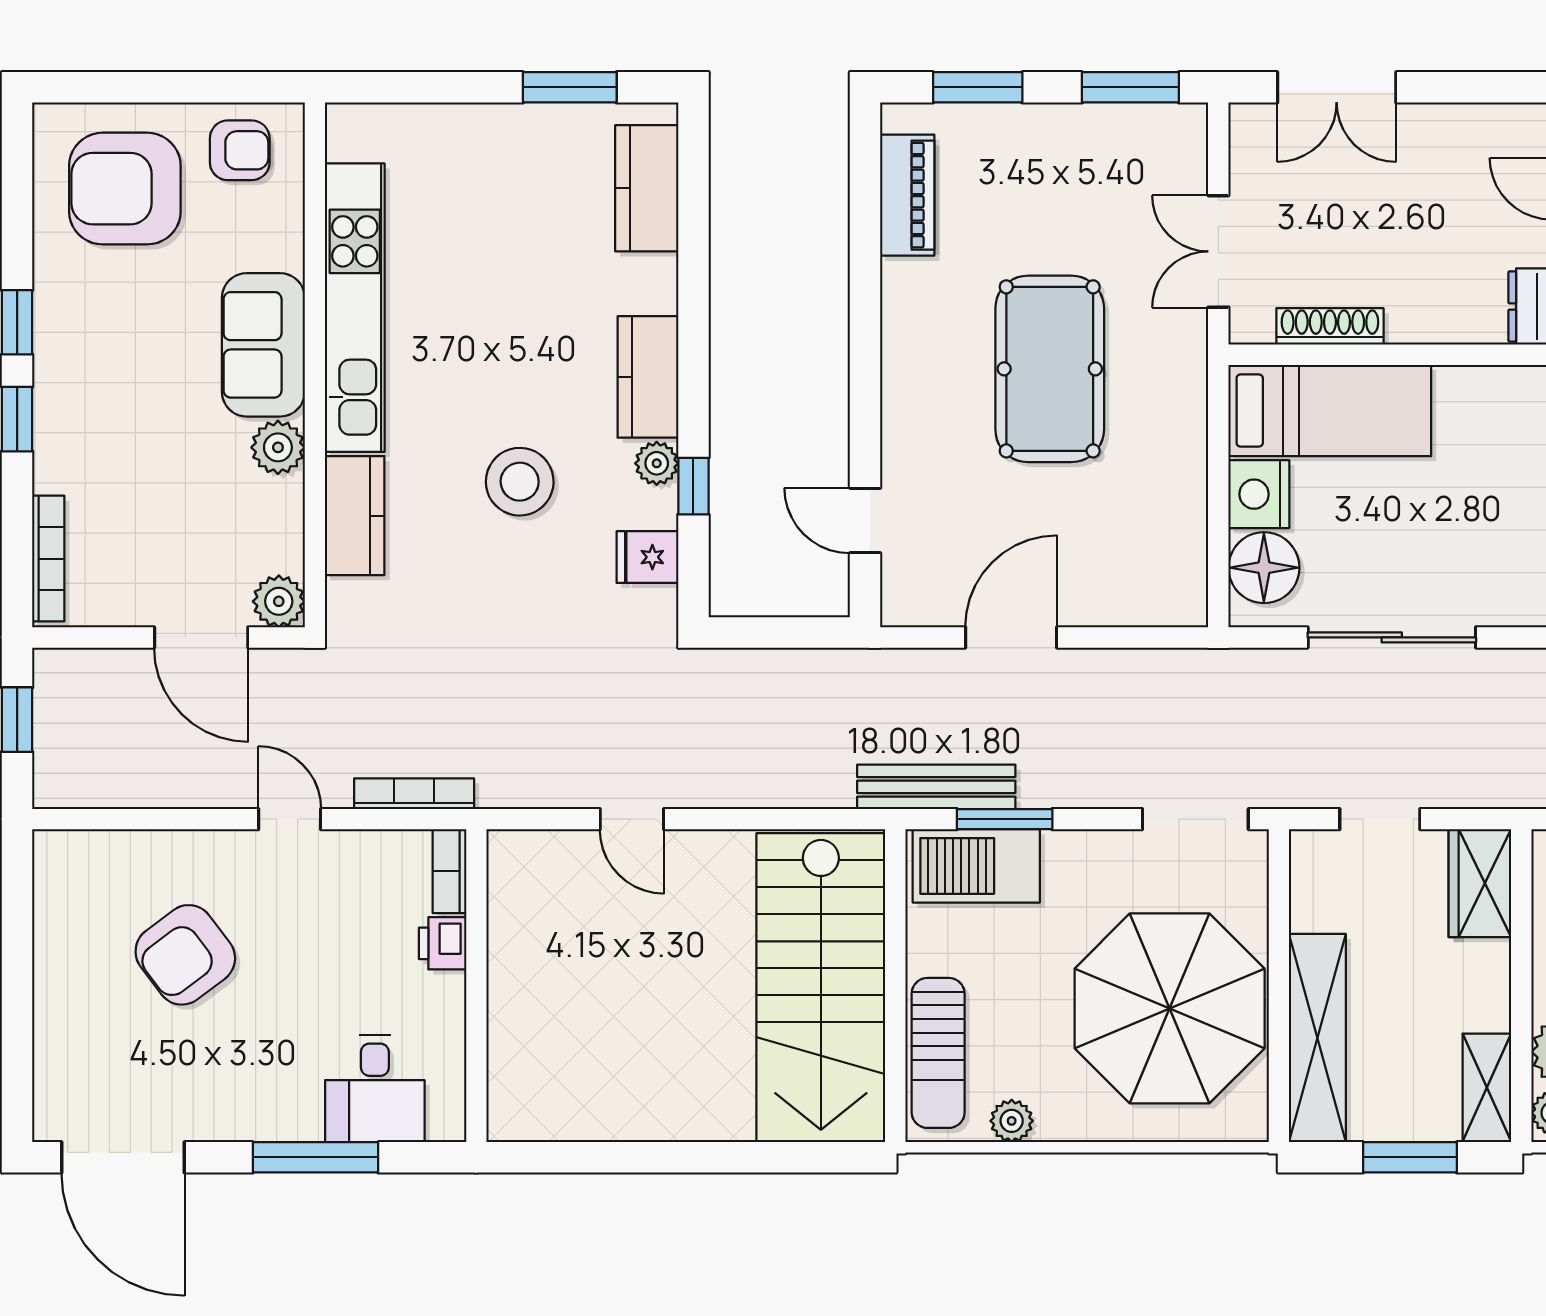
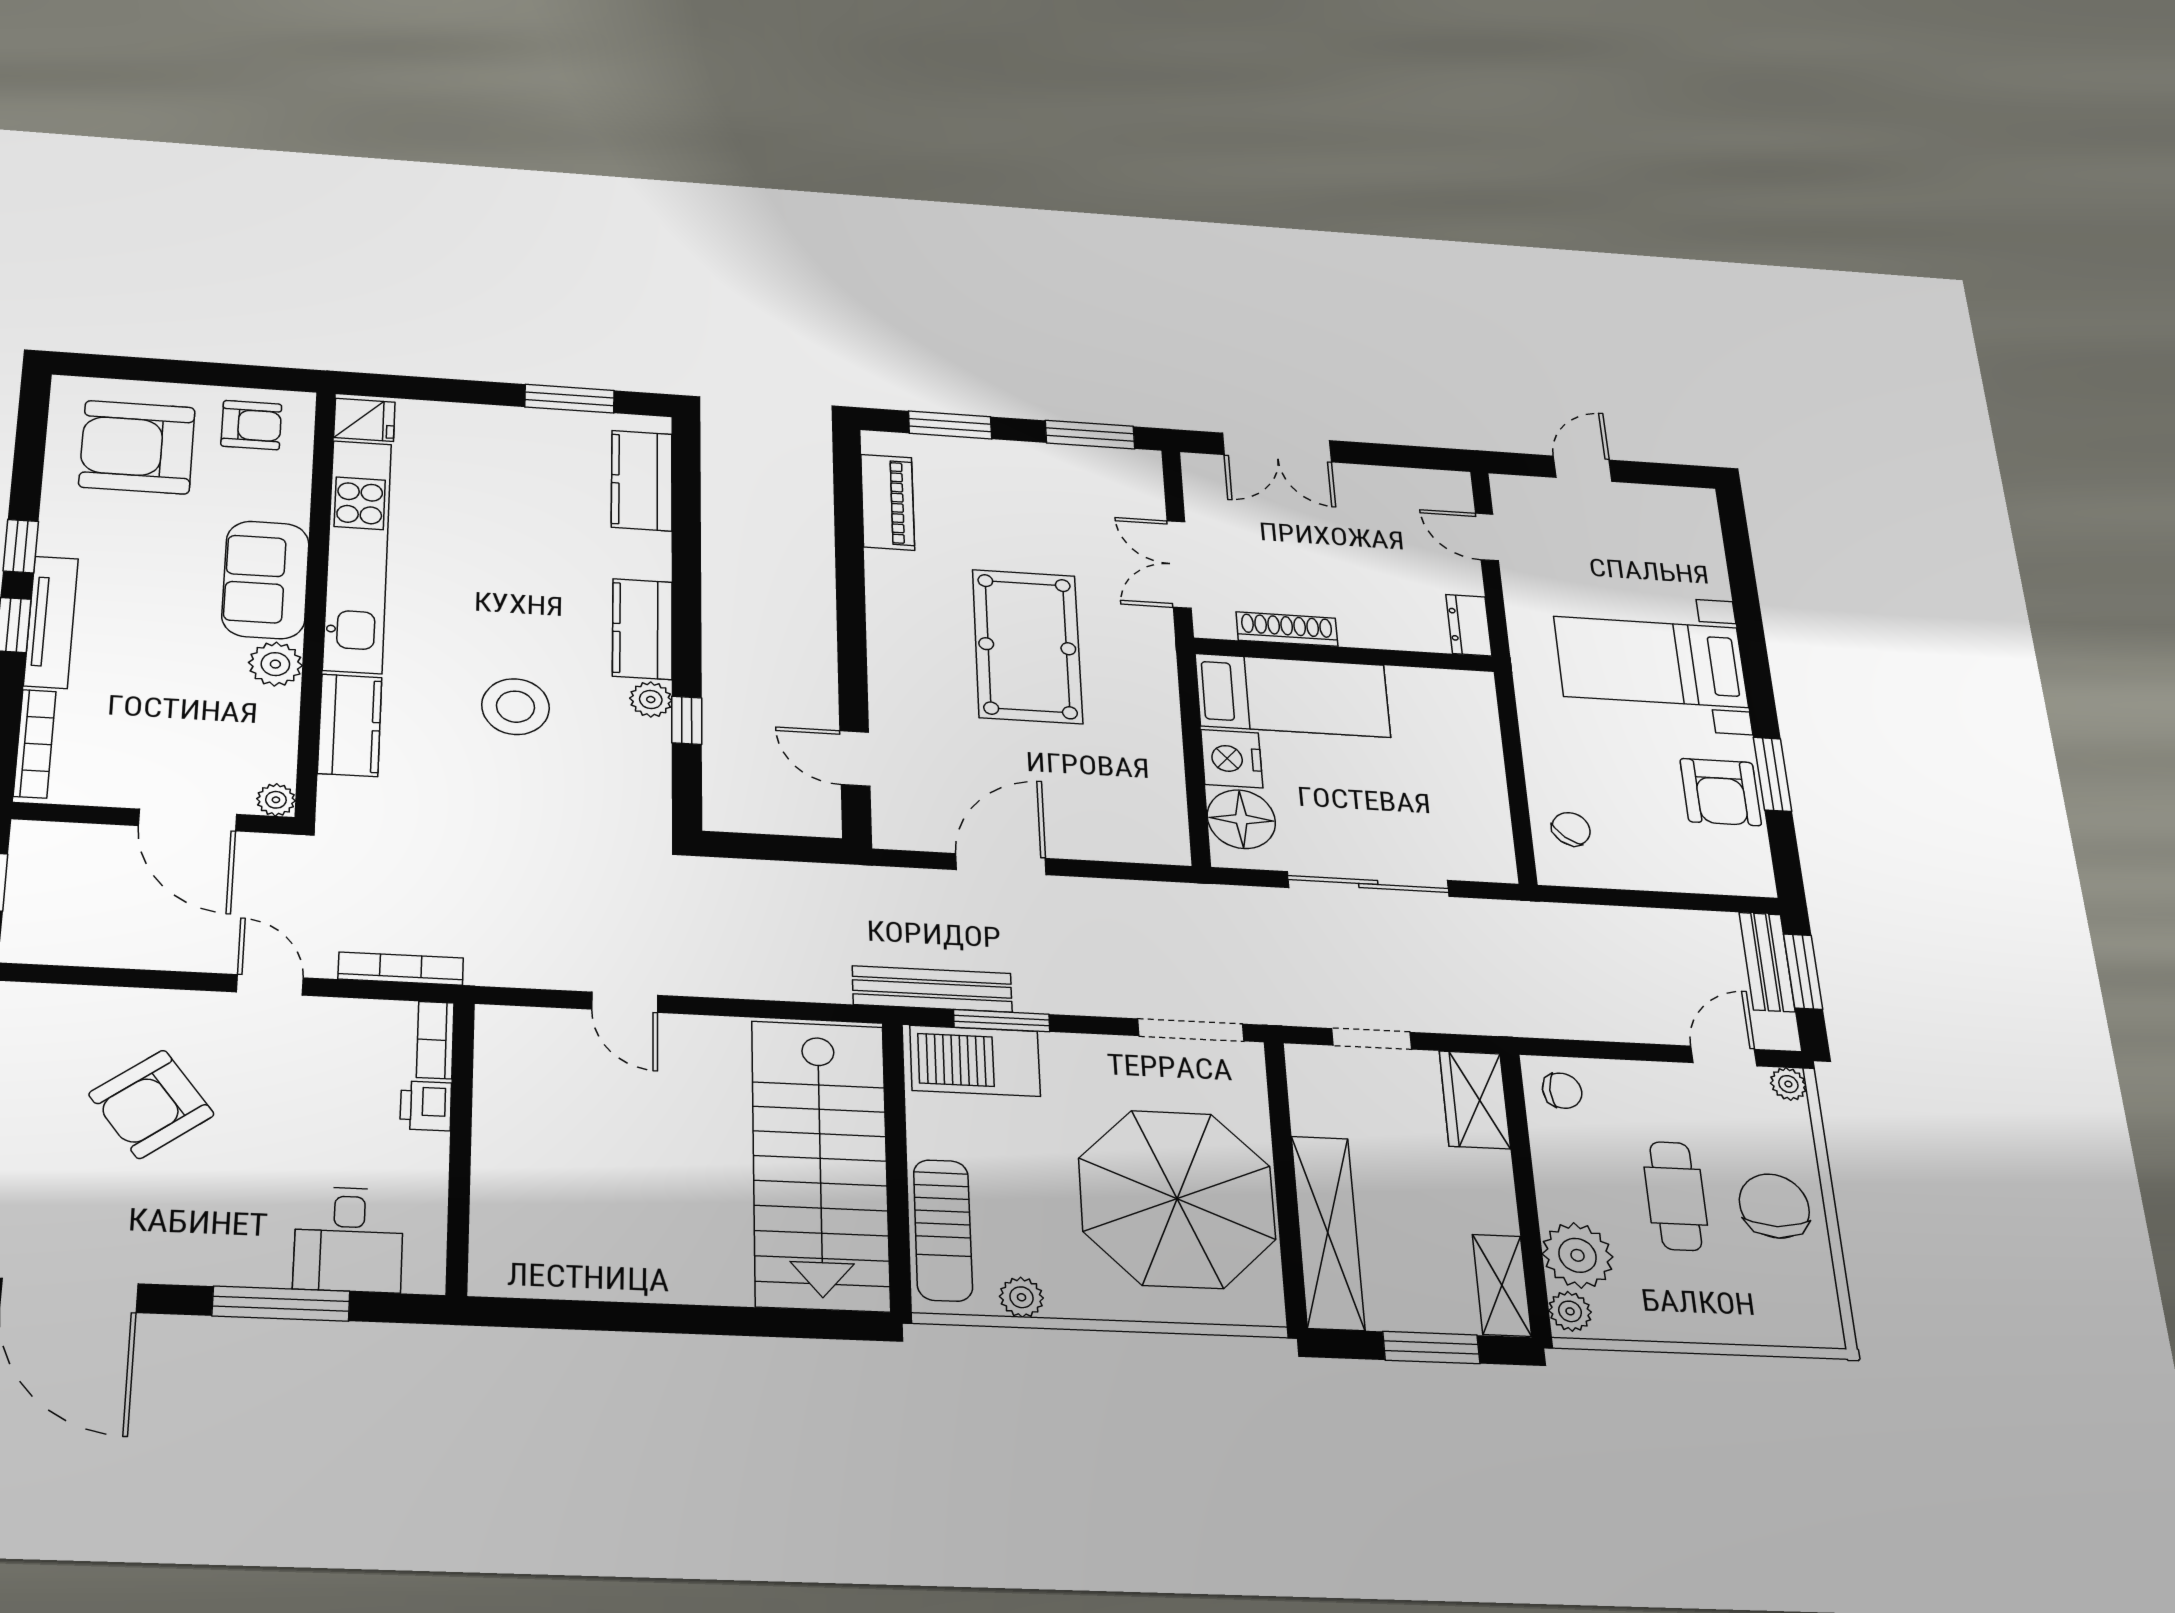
tv unit: (54, 413) -> (51, 622), added
fridge: (647, 557) -> (364, 420), moved, turned 180
plant: (279, 601) -> (276, 800), width x0.73, depth x0.73

